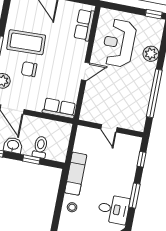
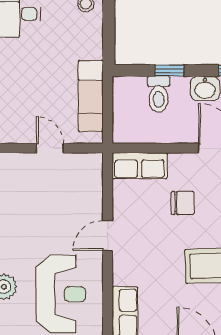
chair: (29, 69) -> (183, 203), moved
exam couch: (76, 174) -> (91, 96), moved

